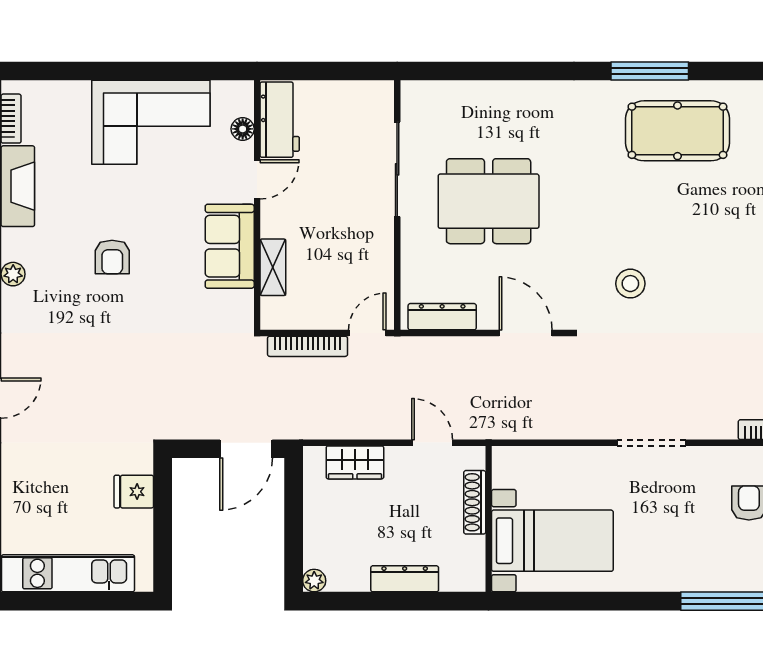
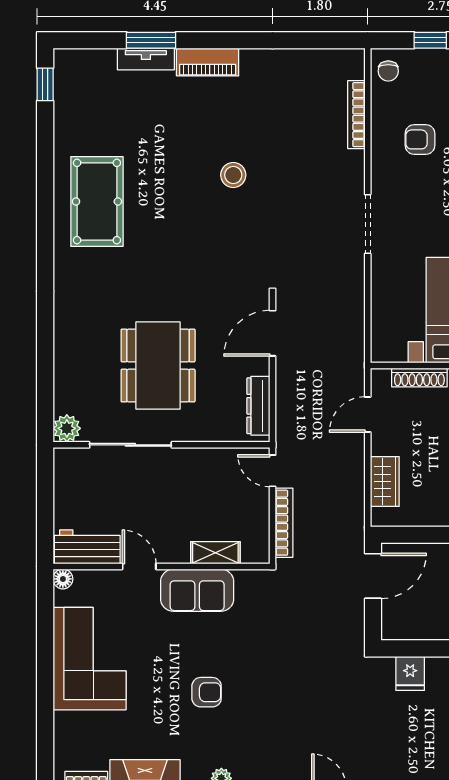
window: (650, 71) -> (45, 226), removed
plant: (416, 96) -> (67, 428), added
floor lamp: (243, 129) -> (63, 579), moved
stool: (630, 284) -> (233, 175), moved
door: (246, 449) -> (373, 576), hinge flipped

